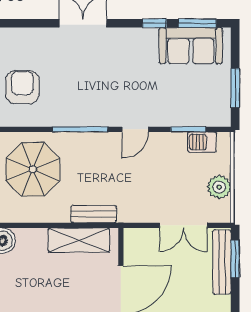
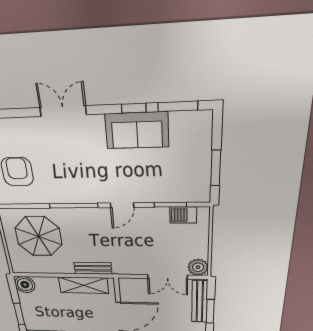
sofa: (191, 46) -> (137, 130), moved
plant: (219, 187) -> (198, 267), moved
window: (235, 259) -> (210, 311), moved

